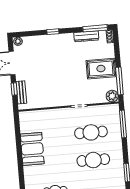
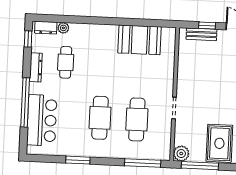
booth: (32, 149) -> (139, 40), moved

